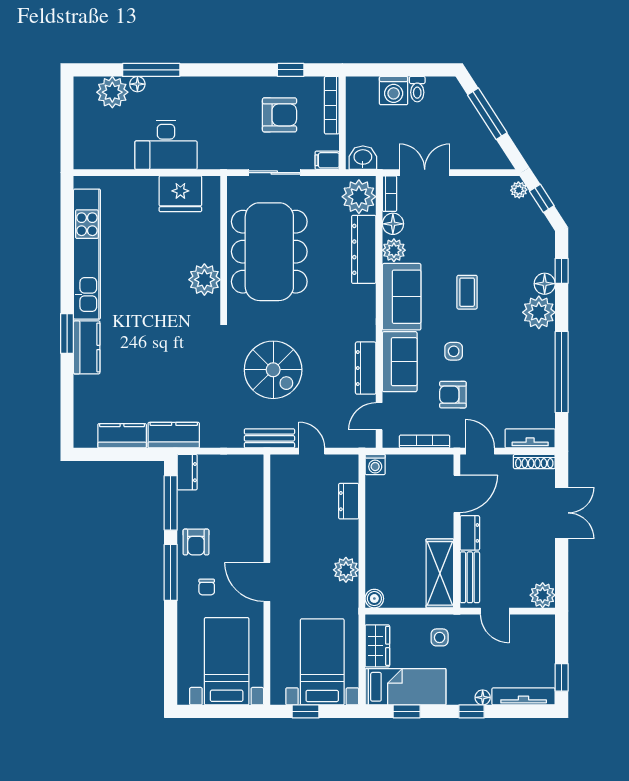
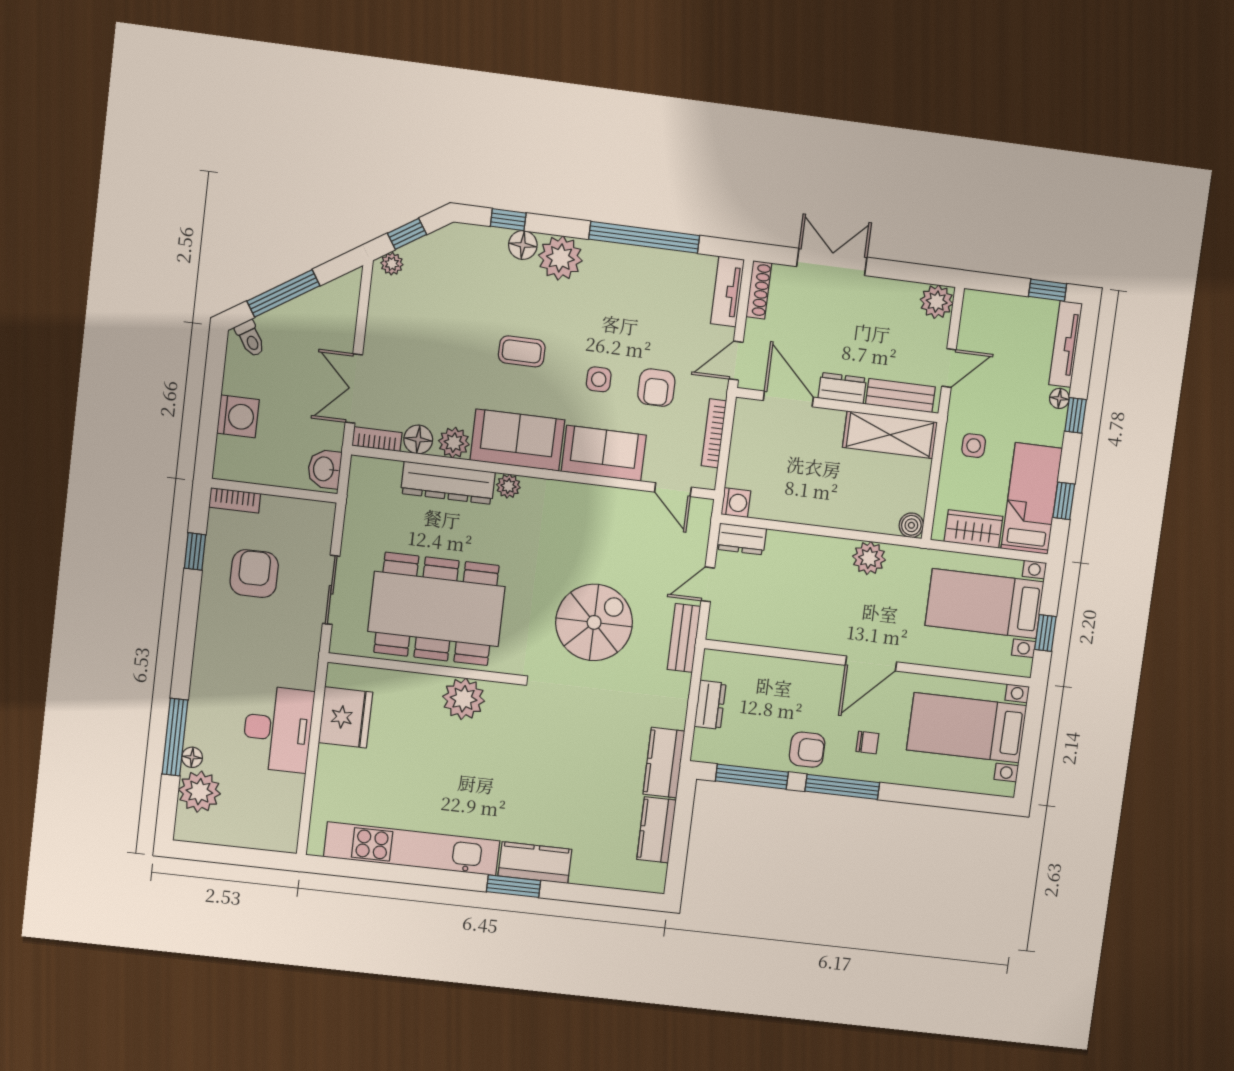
toilet: (417, 89) -> (250, 339), moved, turned 57
bookcase: (332, 105) -> (235, 500), width x0.64
filing cabinet: (327, 160) -> (323, 517), removed
plant: (359, 197) -> (508, 486), moved, width x0.53, depth x0.53
dresser: (366, 368) -> (607, 500), removed
dresser: (187, 472) -> (710, 705), moved, turned 90
dresser: (349, 501) -> (742, 539), moved

